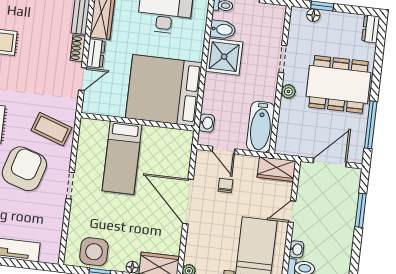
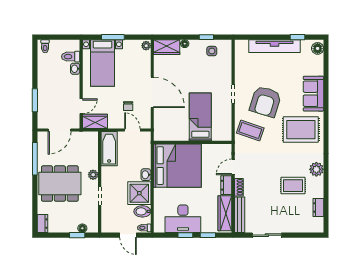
washbasin: (207, 123) -> (146, 175), moved
door: (292, 212) -> (81, 106), moved
side table: (94, 252) -> (212, 51), width x0.54, depth x0.54

